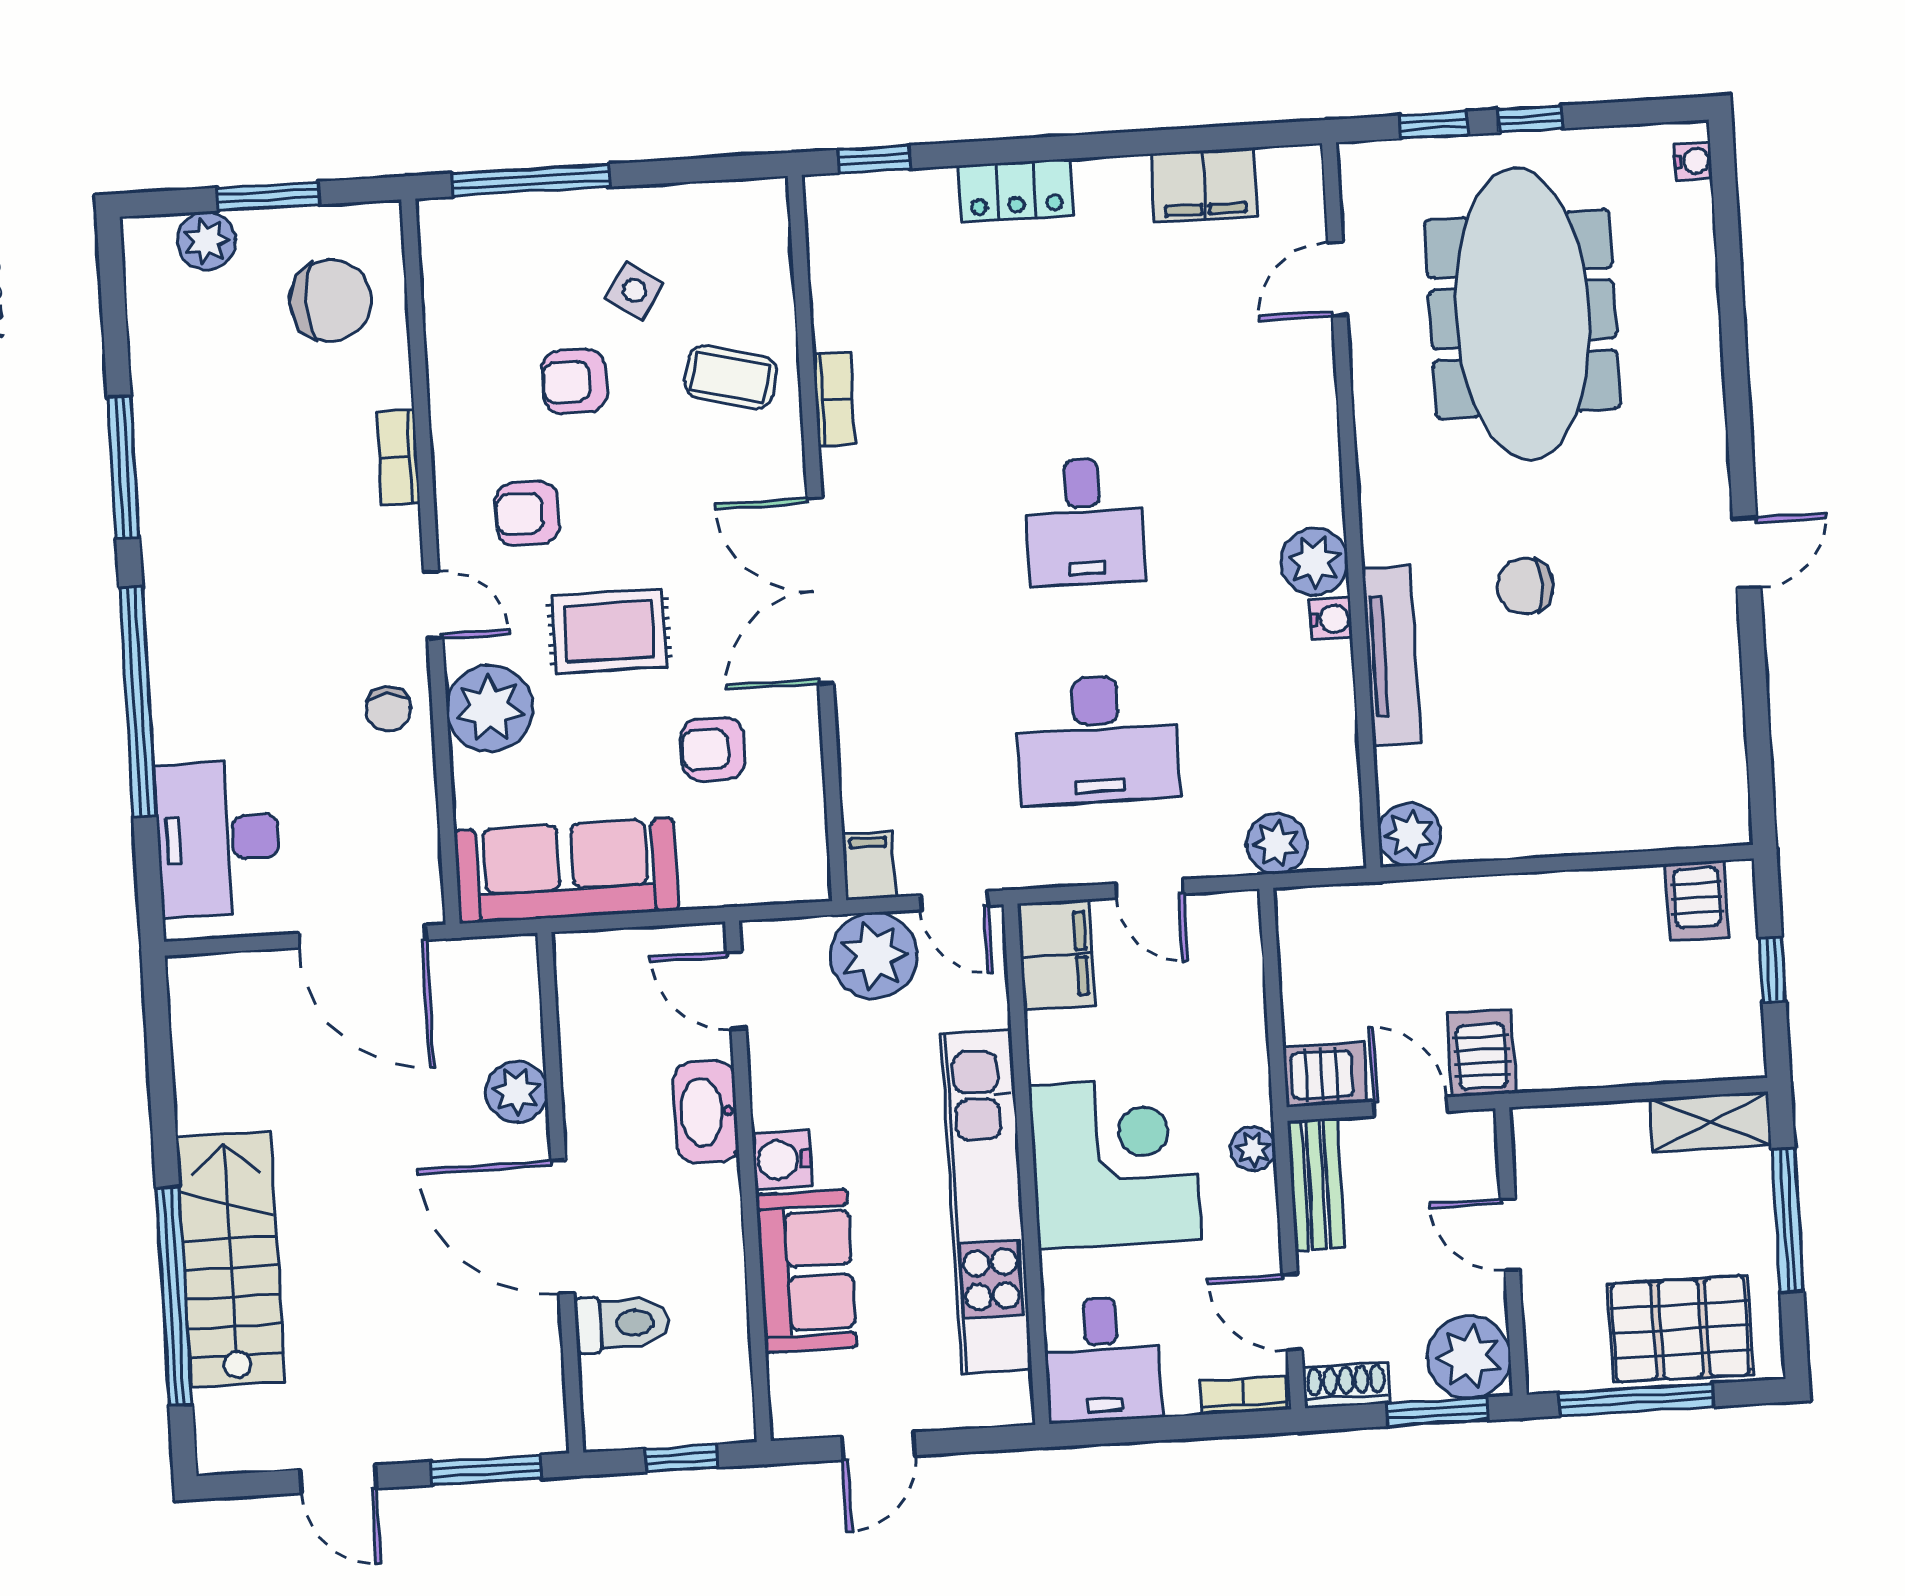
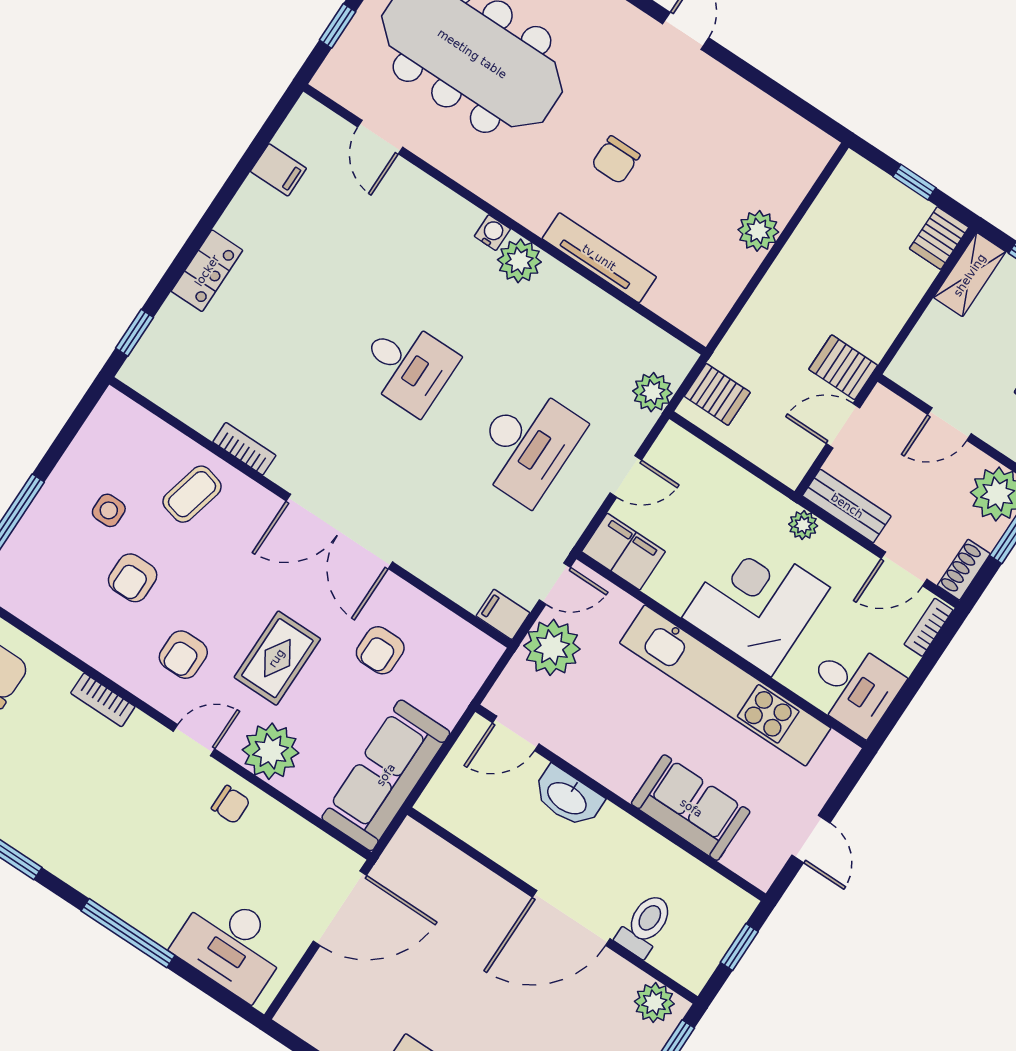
filing cabinet: (1204, 185) -> (278, 170), width x0.50
side table: (634, 291) -> (109, 510), turned -34
water cooler: (1331, 619) -> (492, 233), moved
window: (138, 702) -> (128, 933), width x0.68
plant: (1410, 835) -> (758, 231), moved
server rack: (1697, 901) -> (939, 238), moved, turned 90
server rack: (1325, 1074) -> (717, 394), moved, turned 90
plant: (517, 1092) -> (654, 1003), moved
water cooler: (782, 1160) -> (623, 776), removed

